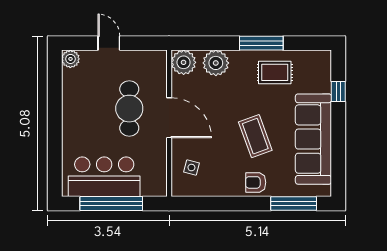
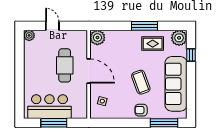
plant: (216, 63) -> (179, 38), moved
window: (111, 203) -> (54, 123), width x0.68

